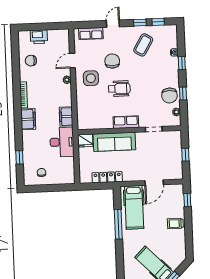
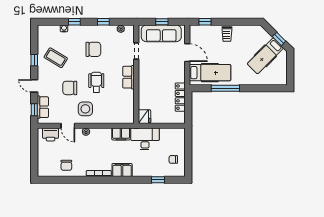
window: (158, 22) -> (34, 110), moved
printer: (39, 37) -> (51, 134), moved, turned 90
chair: (169, 96) -> (93, 49), moved
sofa: (114, 142) -> (161, 33), moved, turned 90

